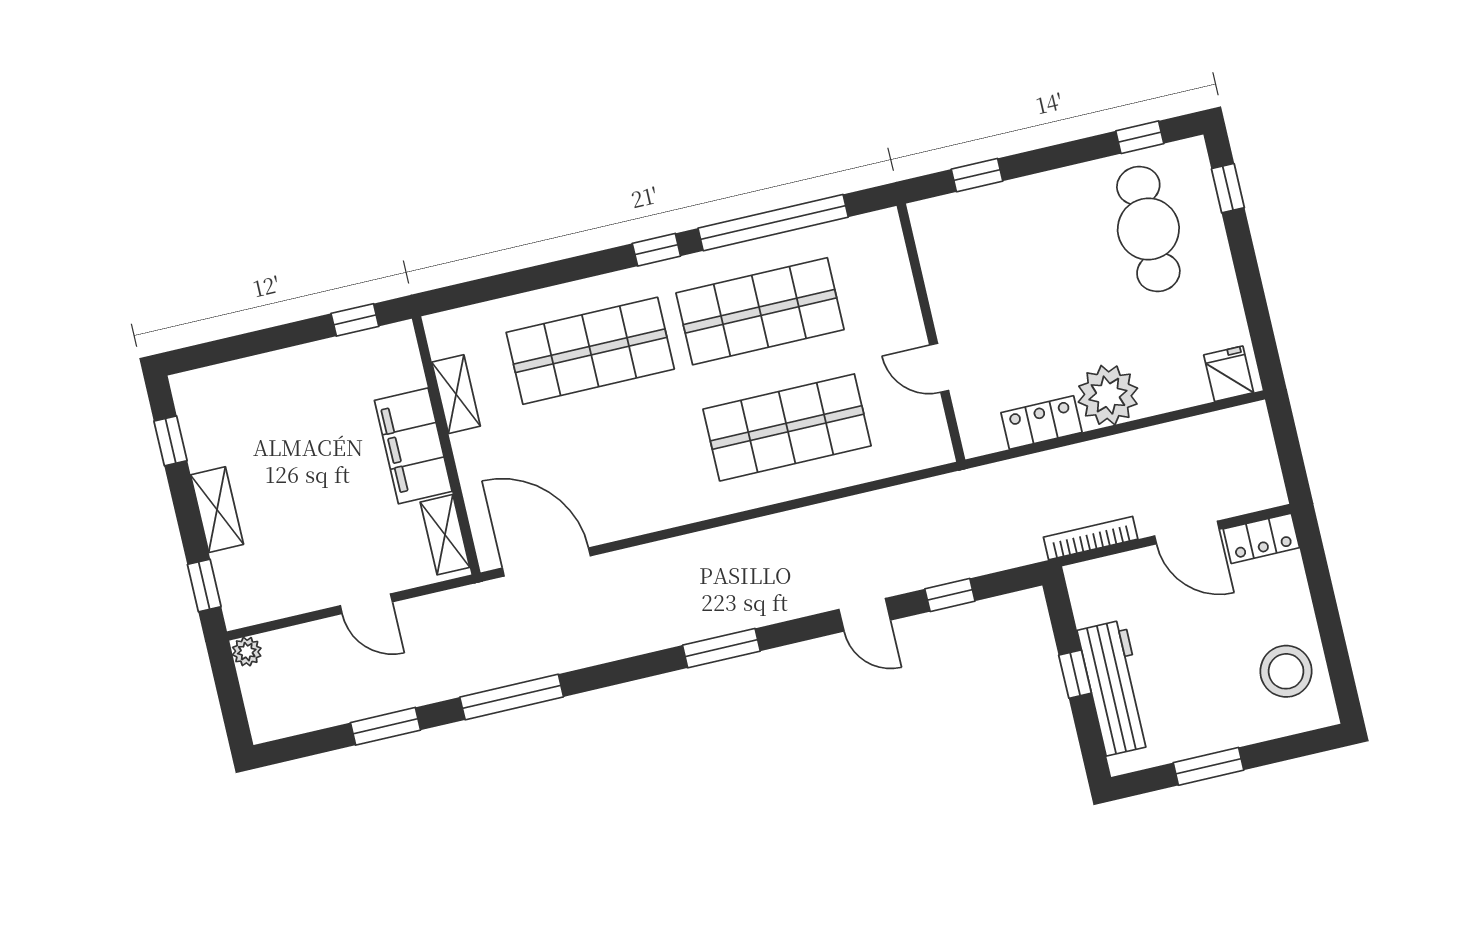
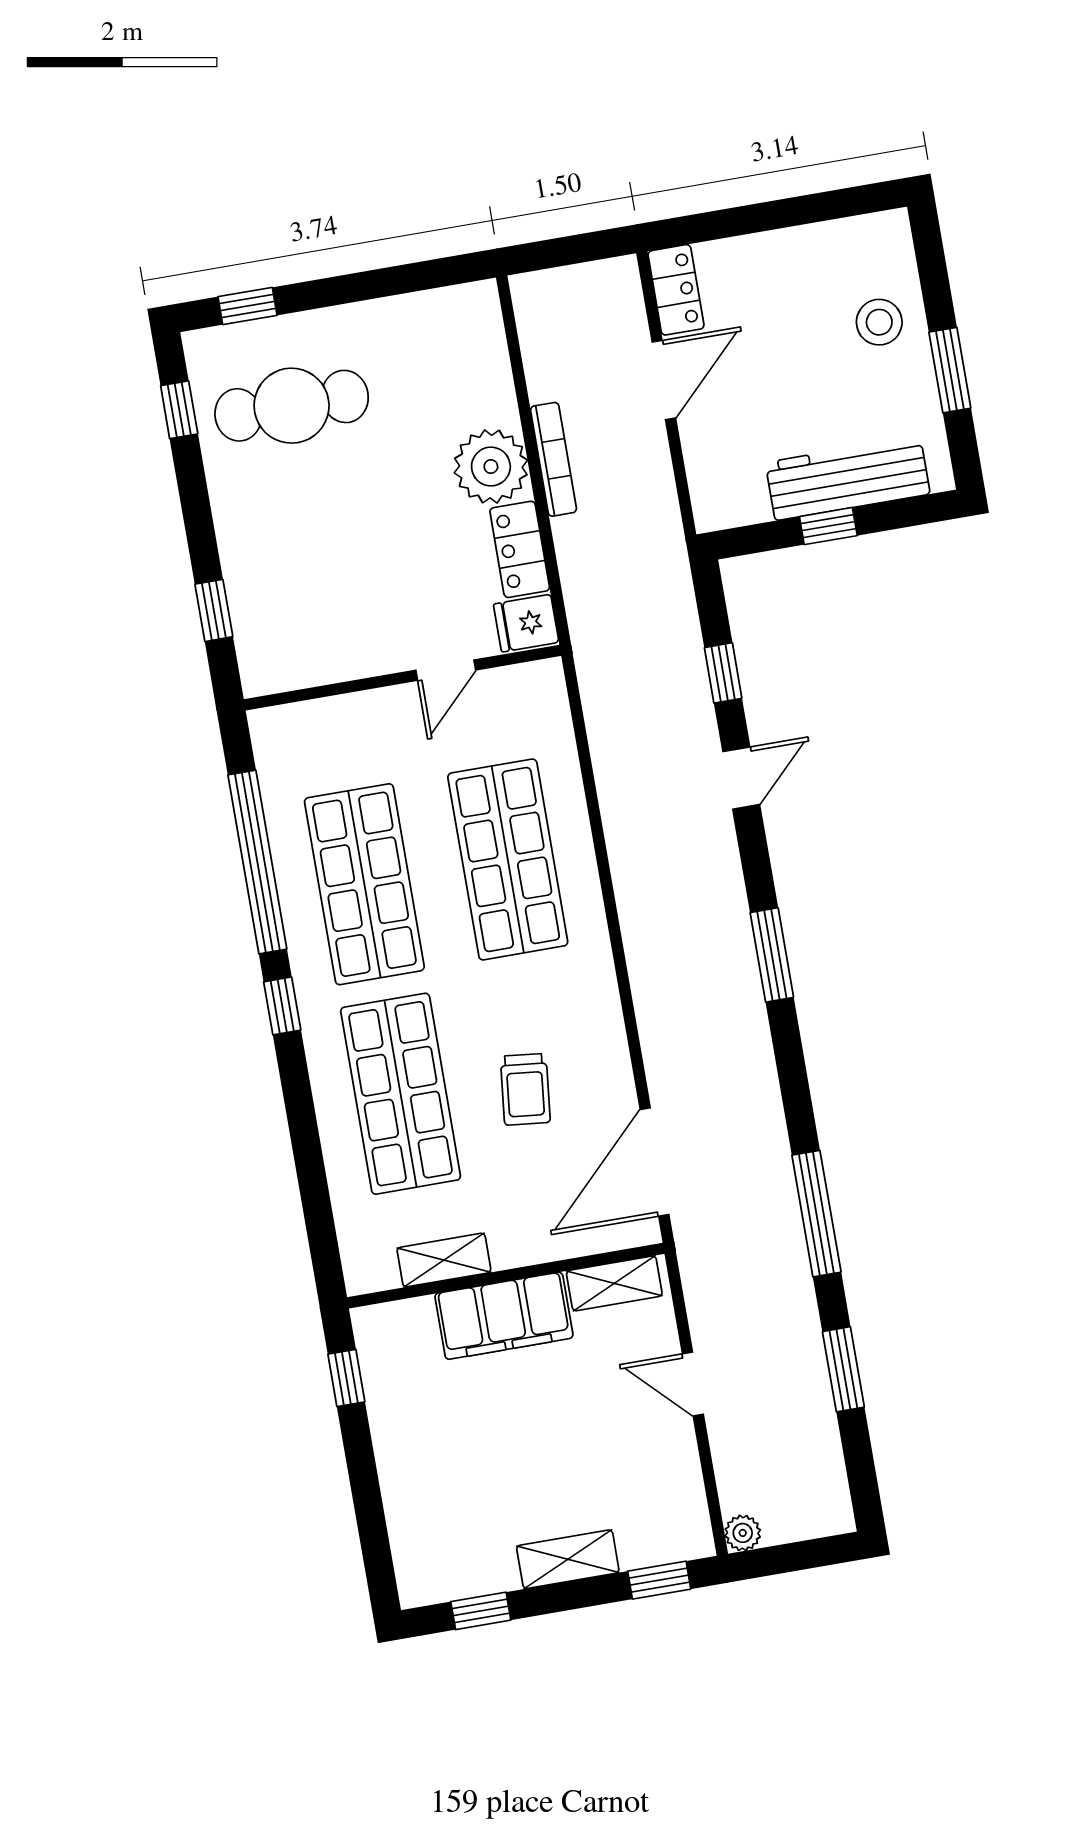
fridge: (1229, 374) -> (526, 623), moved
trolley: (600, 453) -> (525, 1089), added
bookcase: (1091, 538) -> (554, 459), moved, turned 180
door: (366, 604) -> (693, 1384), swing flipped
stool: (1286, 671) -> (879, 322), moved, width x0.73, depth x0.73

